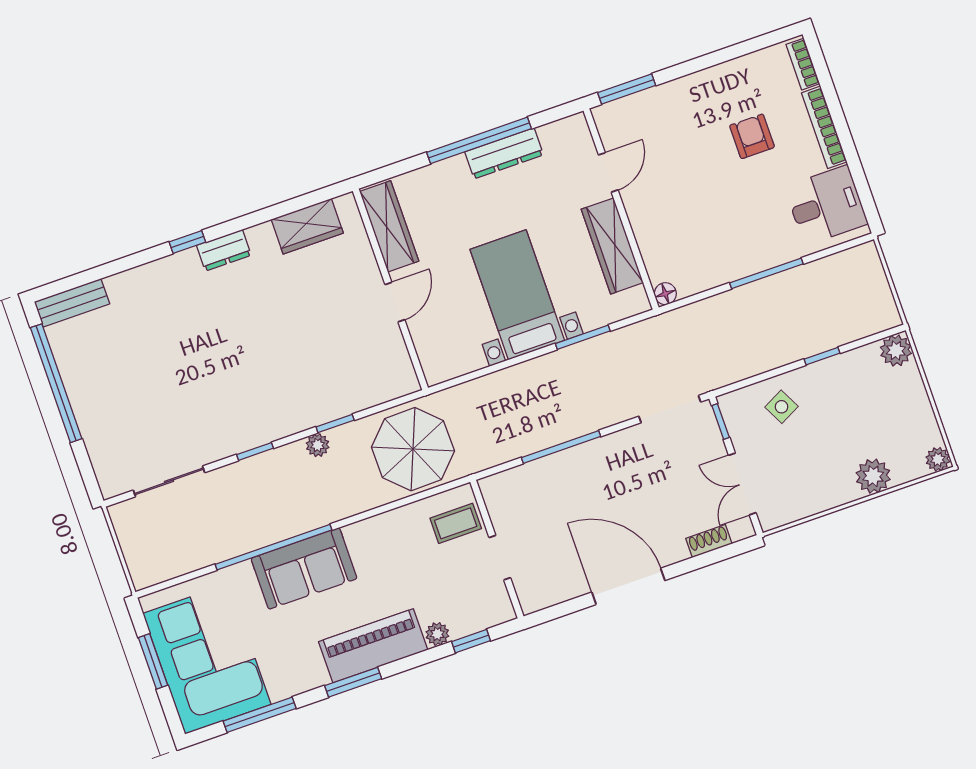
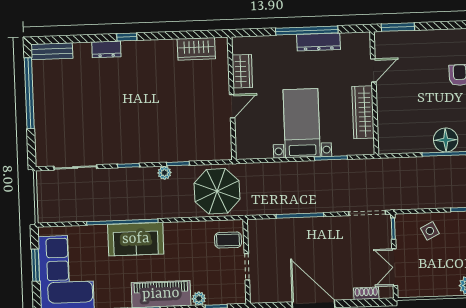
wardrobe: (389, 226) -> (242, 71), width x0.67
dresser: (224, 250) -> (106, 49), moved
floor lamp: (665, 294) -> (446, 140), moved, width x1.89, depth x1.89

